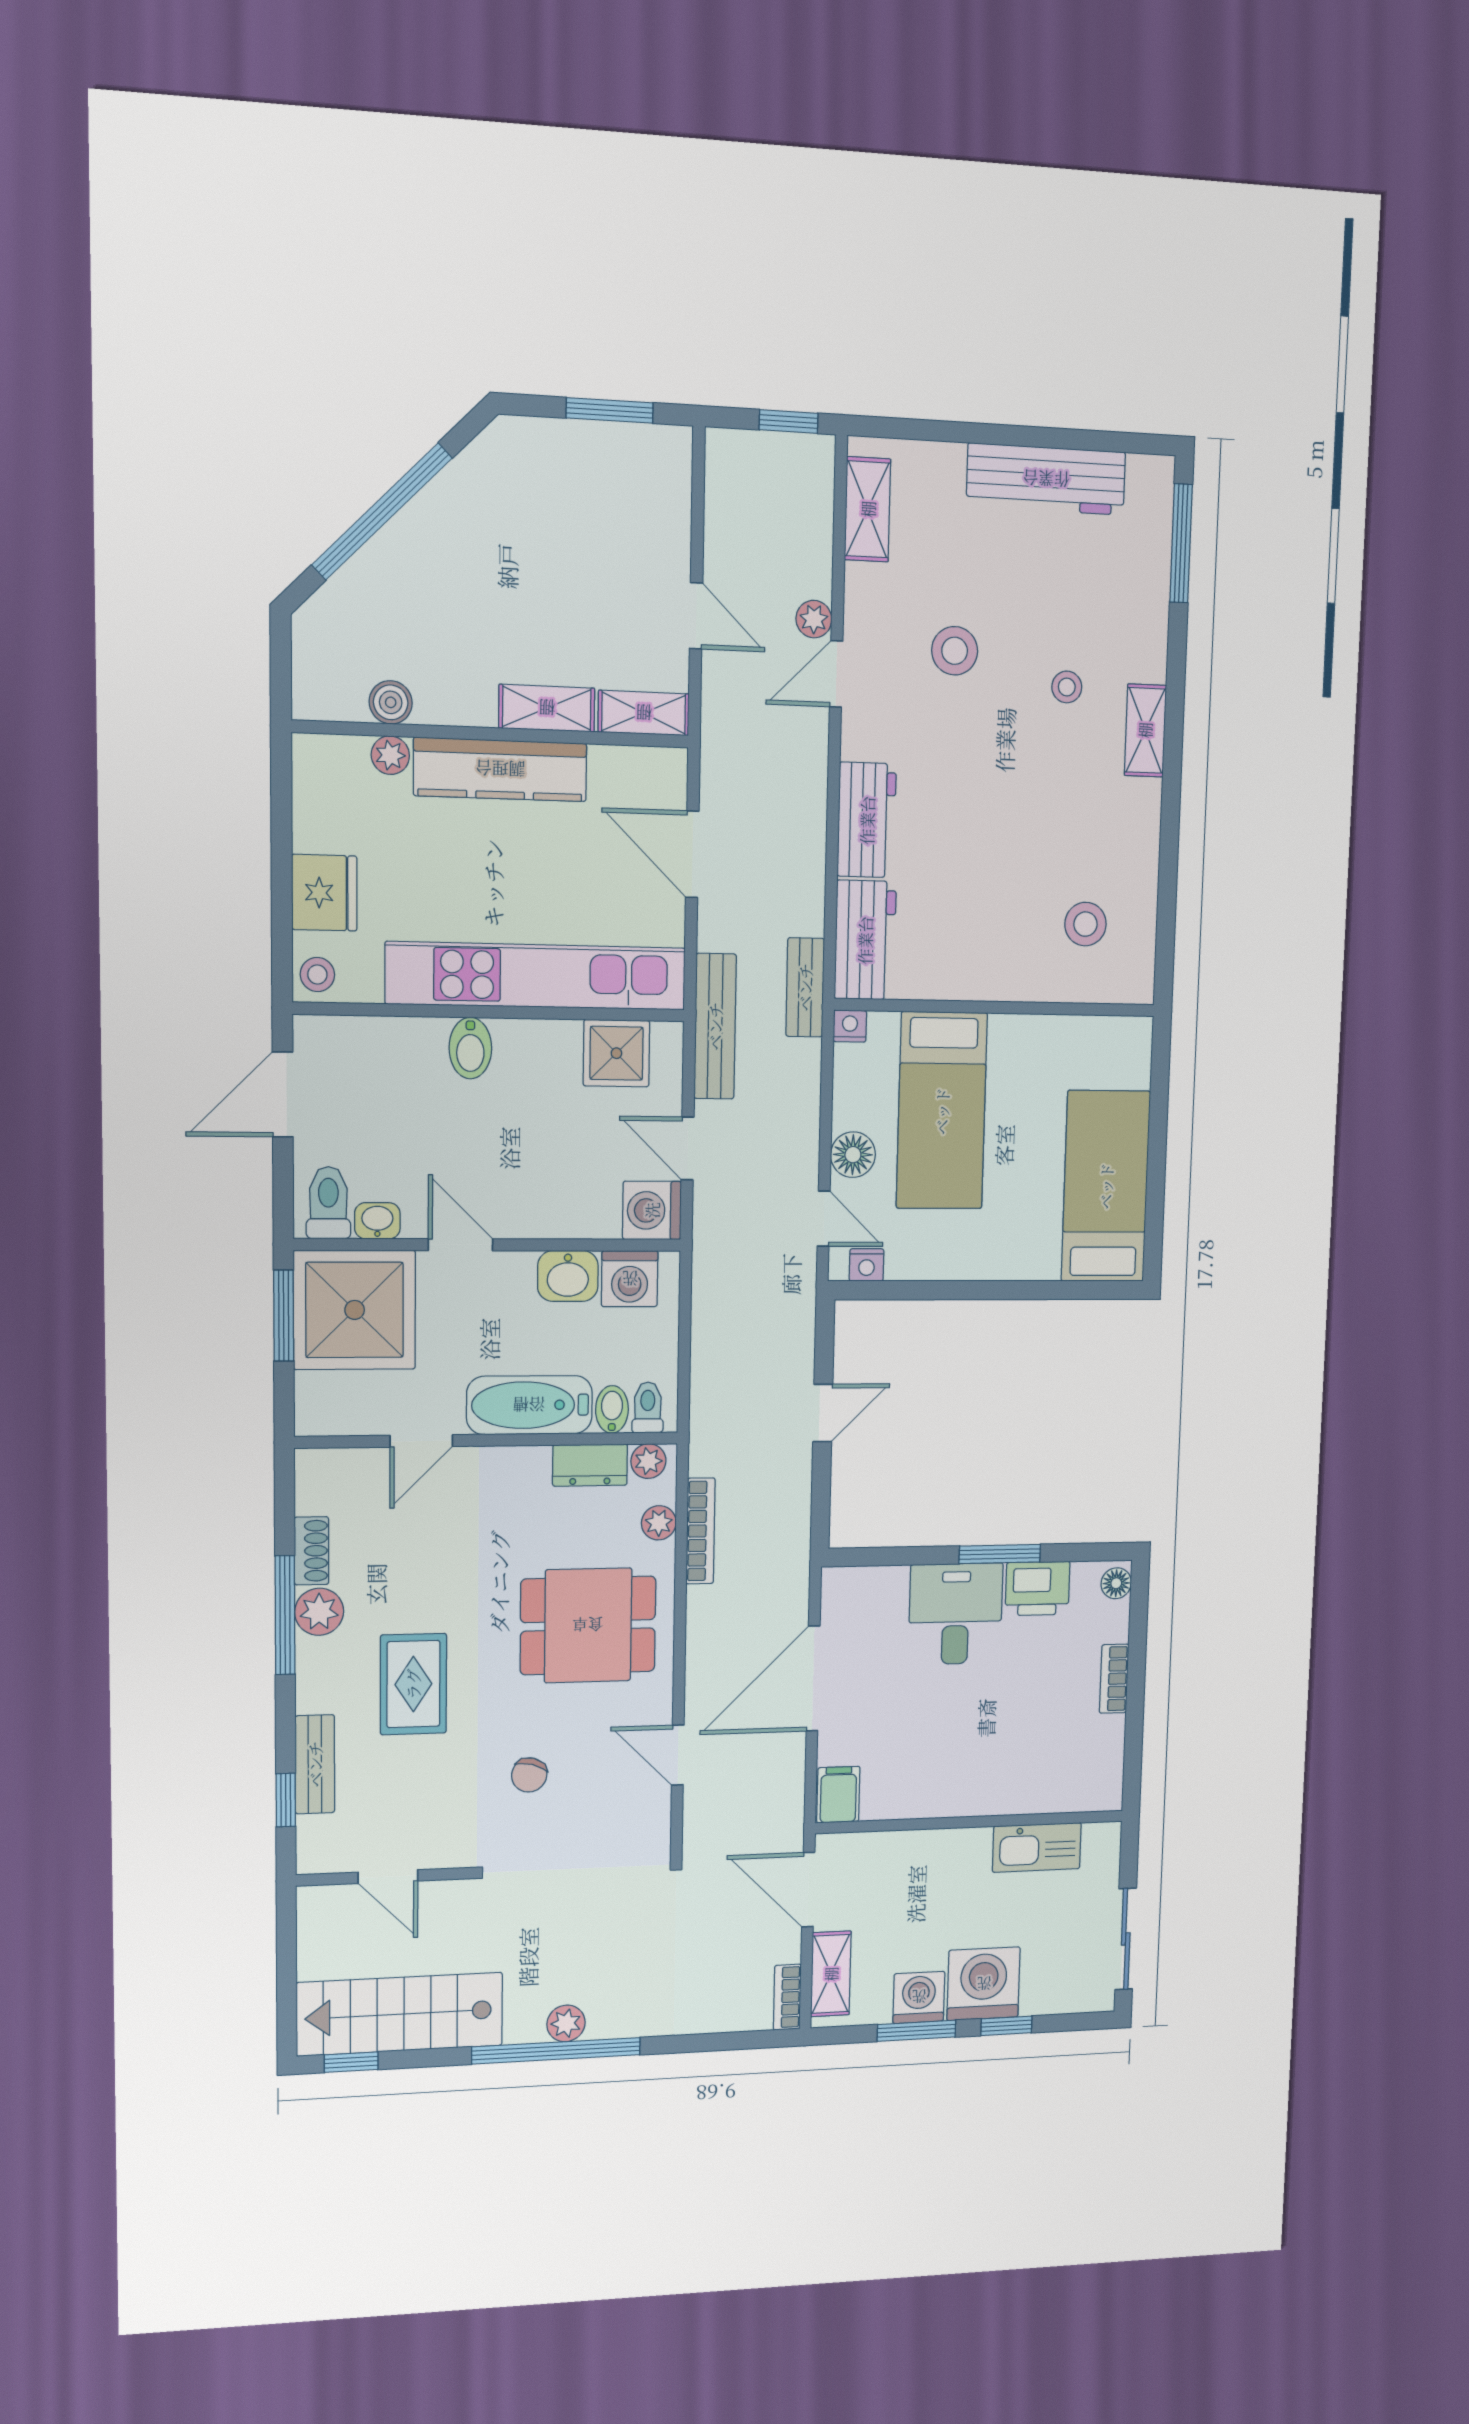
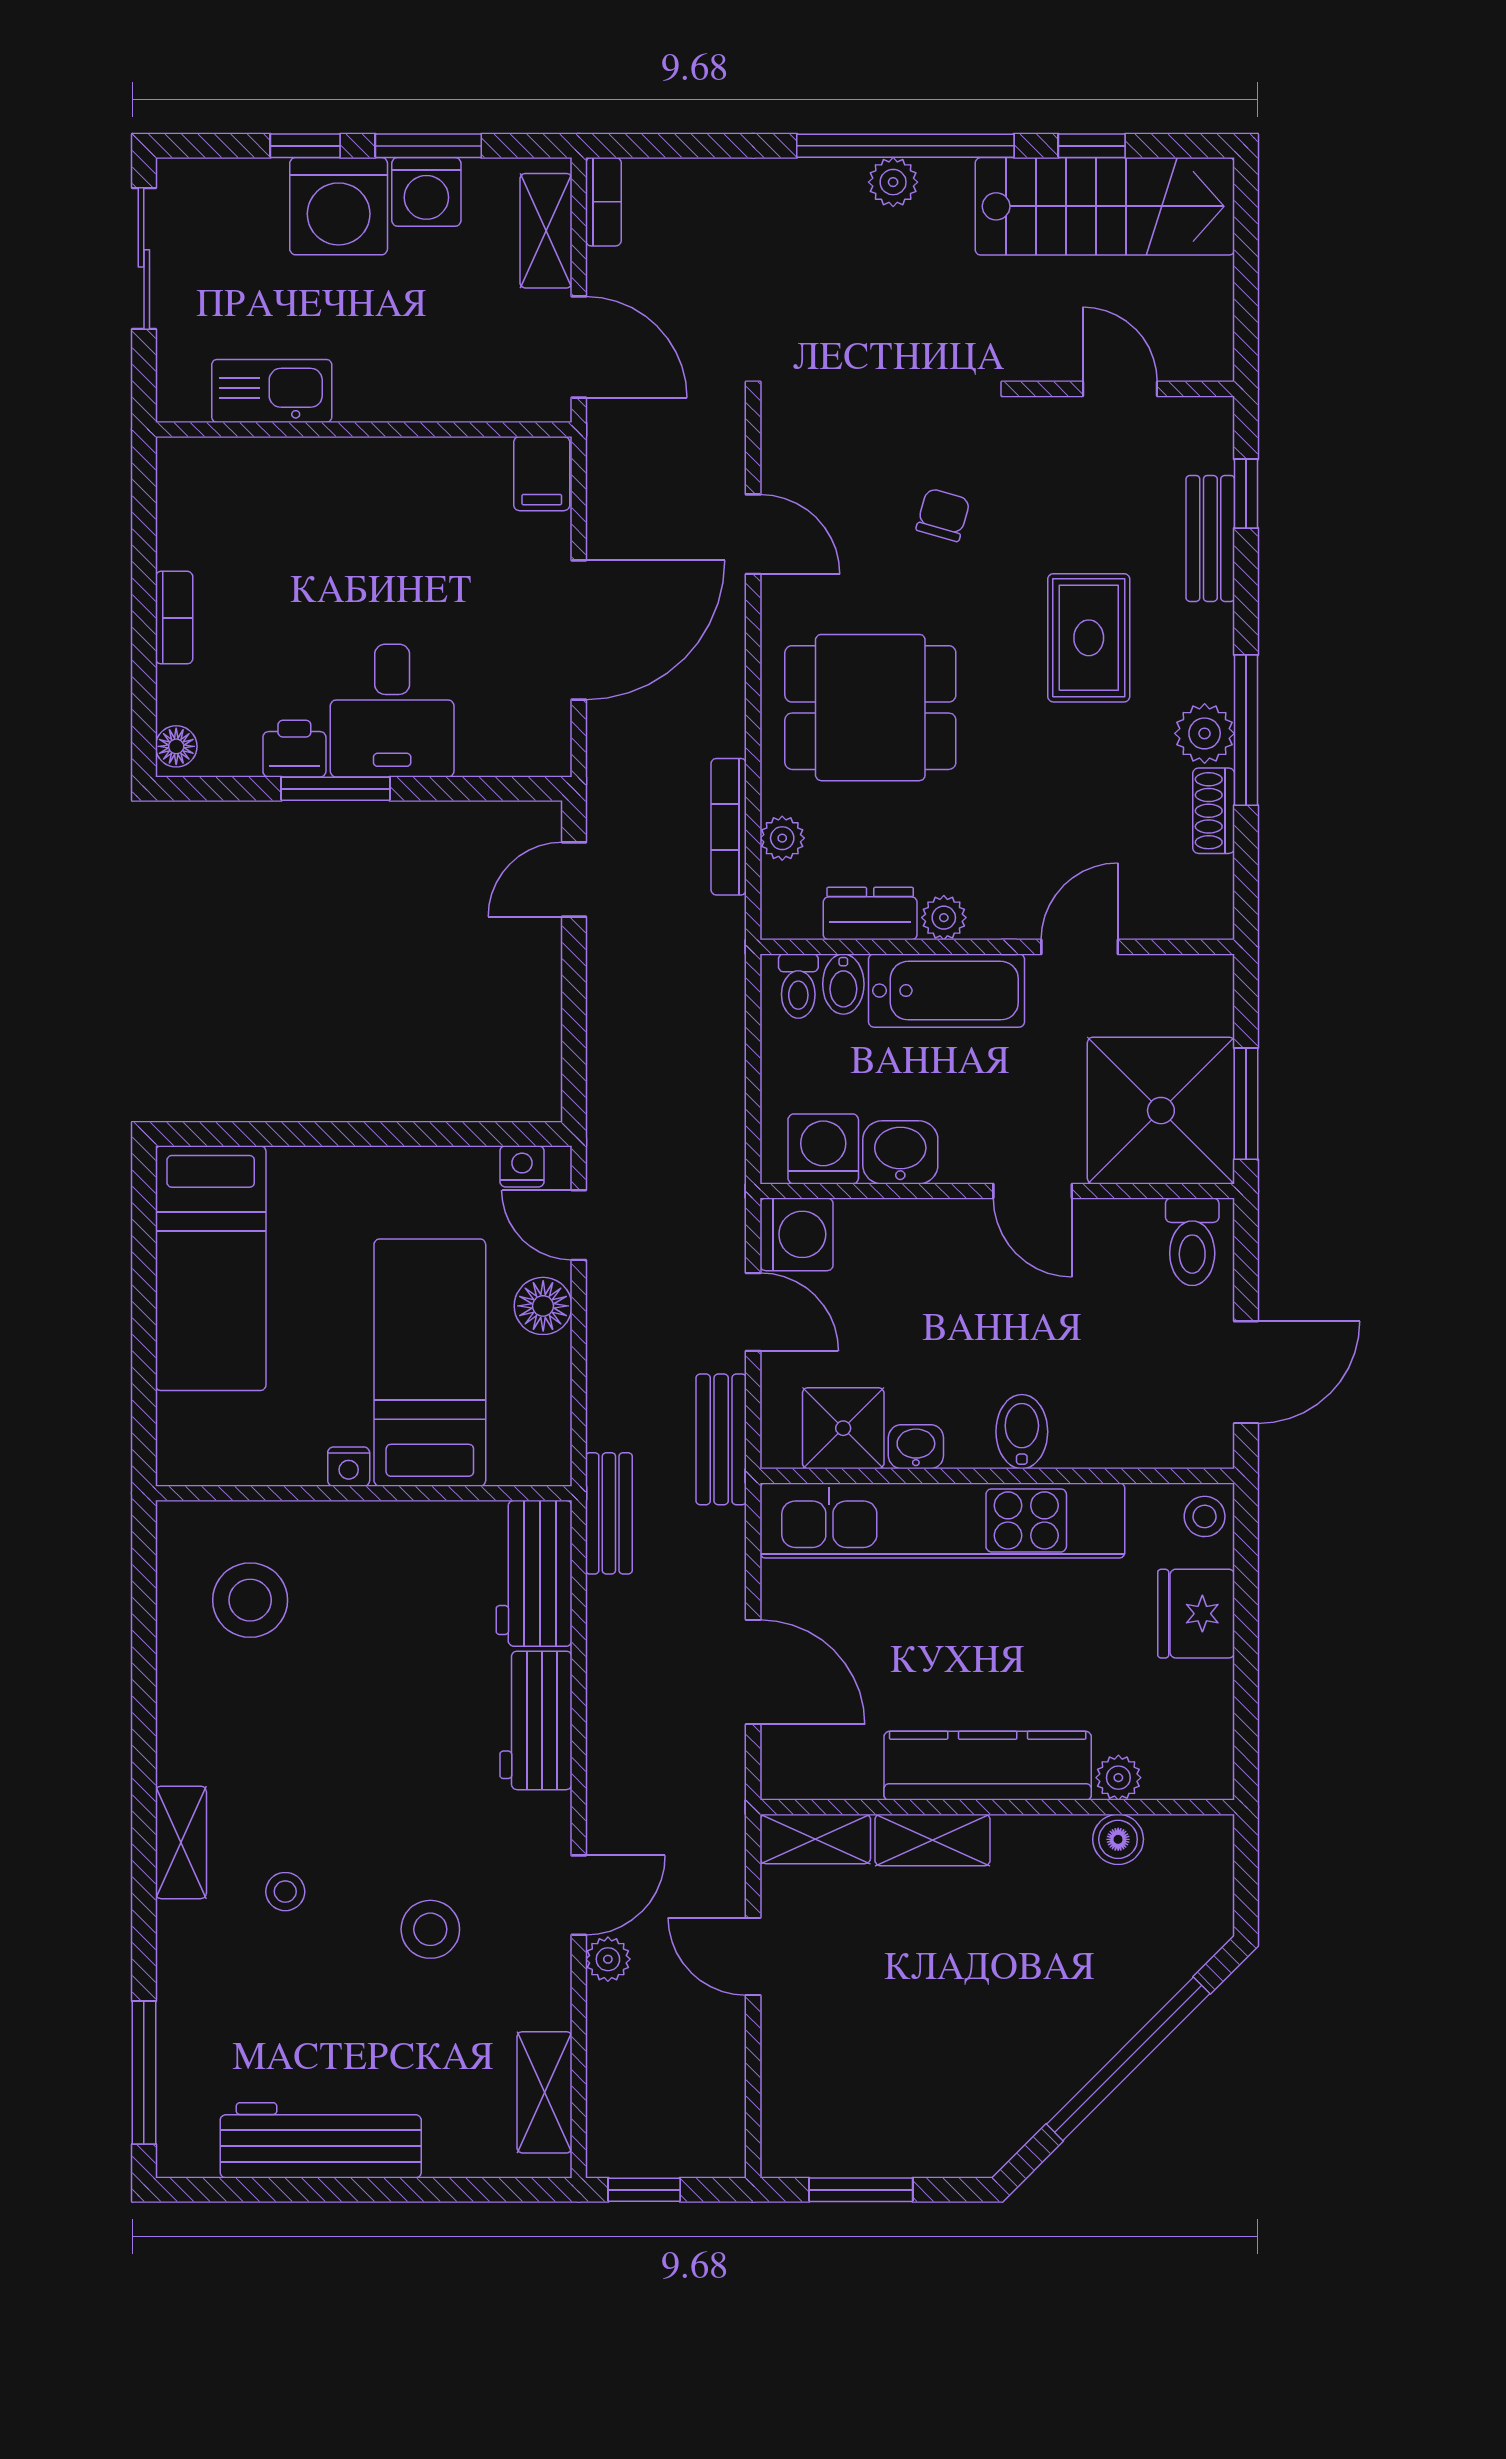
stool: (1085, 924) -> (250, 1600), width x1.38, depth x1.38
bench: (715, 1026) -> (721, 1439), width x0.73
nightstand: (850, 1026) -> (349, 1467), moved
washbasin: (377, 1221) -> (916, 1447), moved, turned 180
door: (823, 1413) -> (574, 879), moved
plant: (648, 1461) -> (944, 918), moved
printer: (1038, 1589) -> (294, 749), width x0.73, depth x0.81
window: (351, 2062) -> (1092, 146), moved

